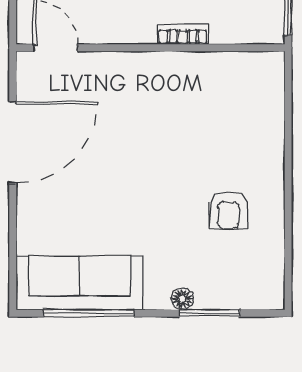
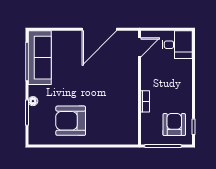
door: (13, 142) -> (99, 29), hinge flipped
armchair: (228, 210) -> (71, 121), width x1.88, depth x1.88

